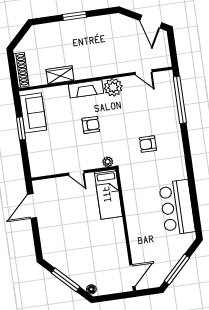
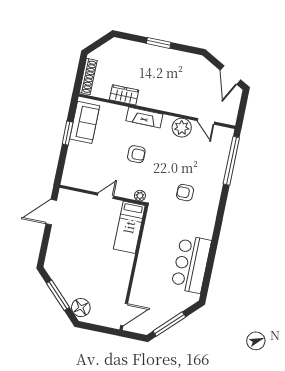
plant: (113, 87) -> (182, 128), moved
door: (76, 173) -> (106, 196), swing flipped
floor lamp: (91, 289) -> (81, 308), width x1.89, depth x1.89

